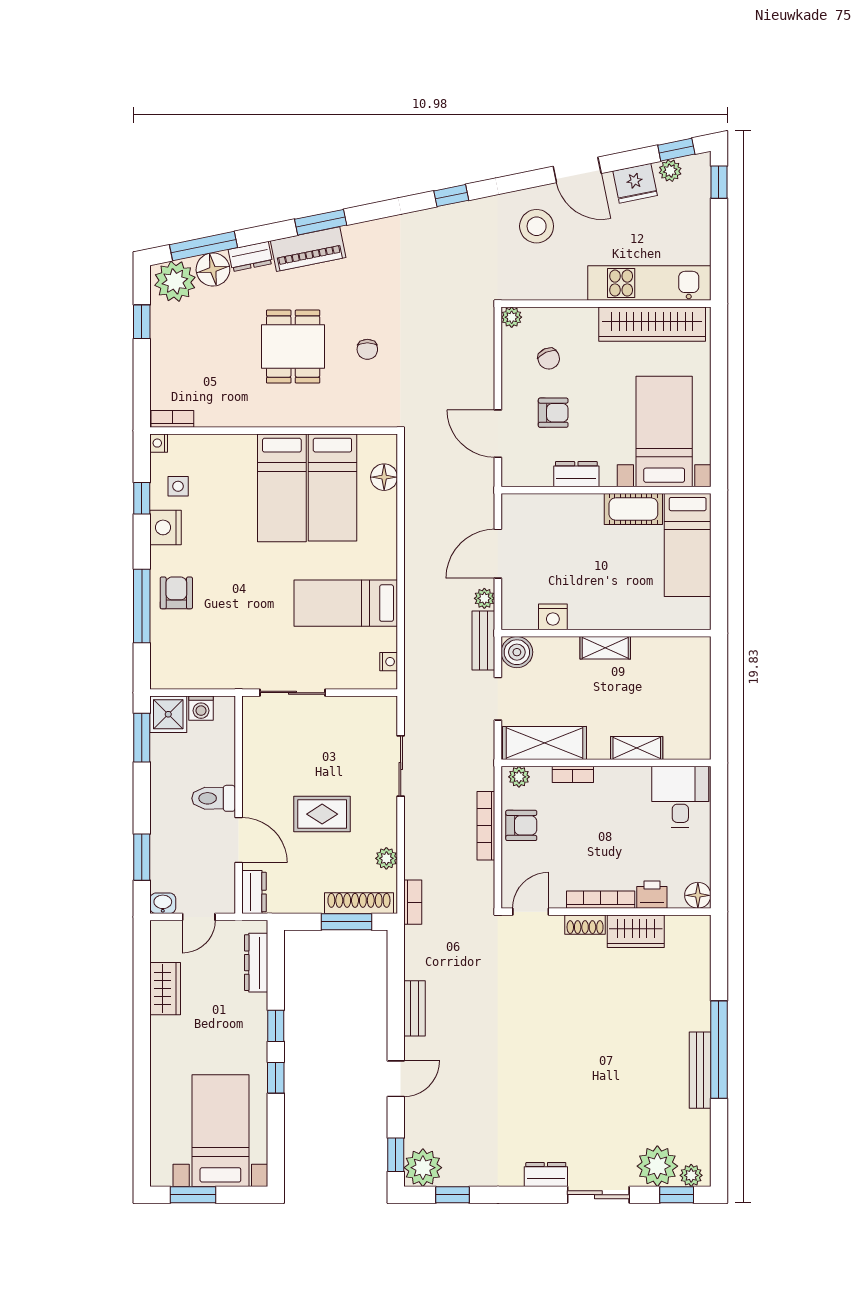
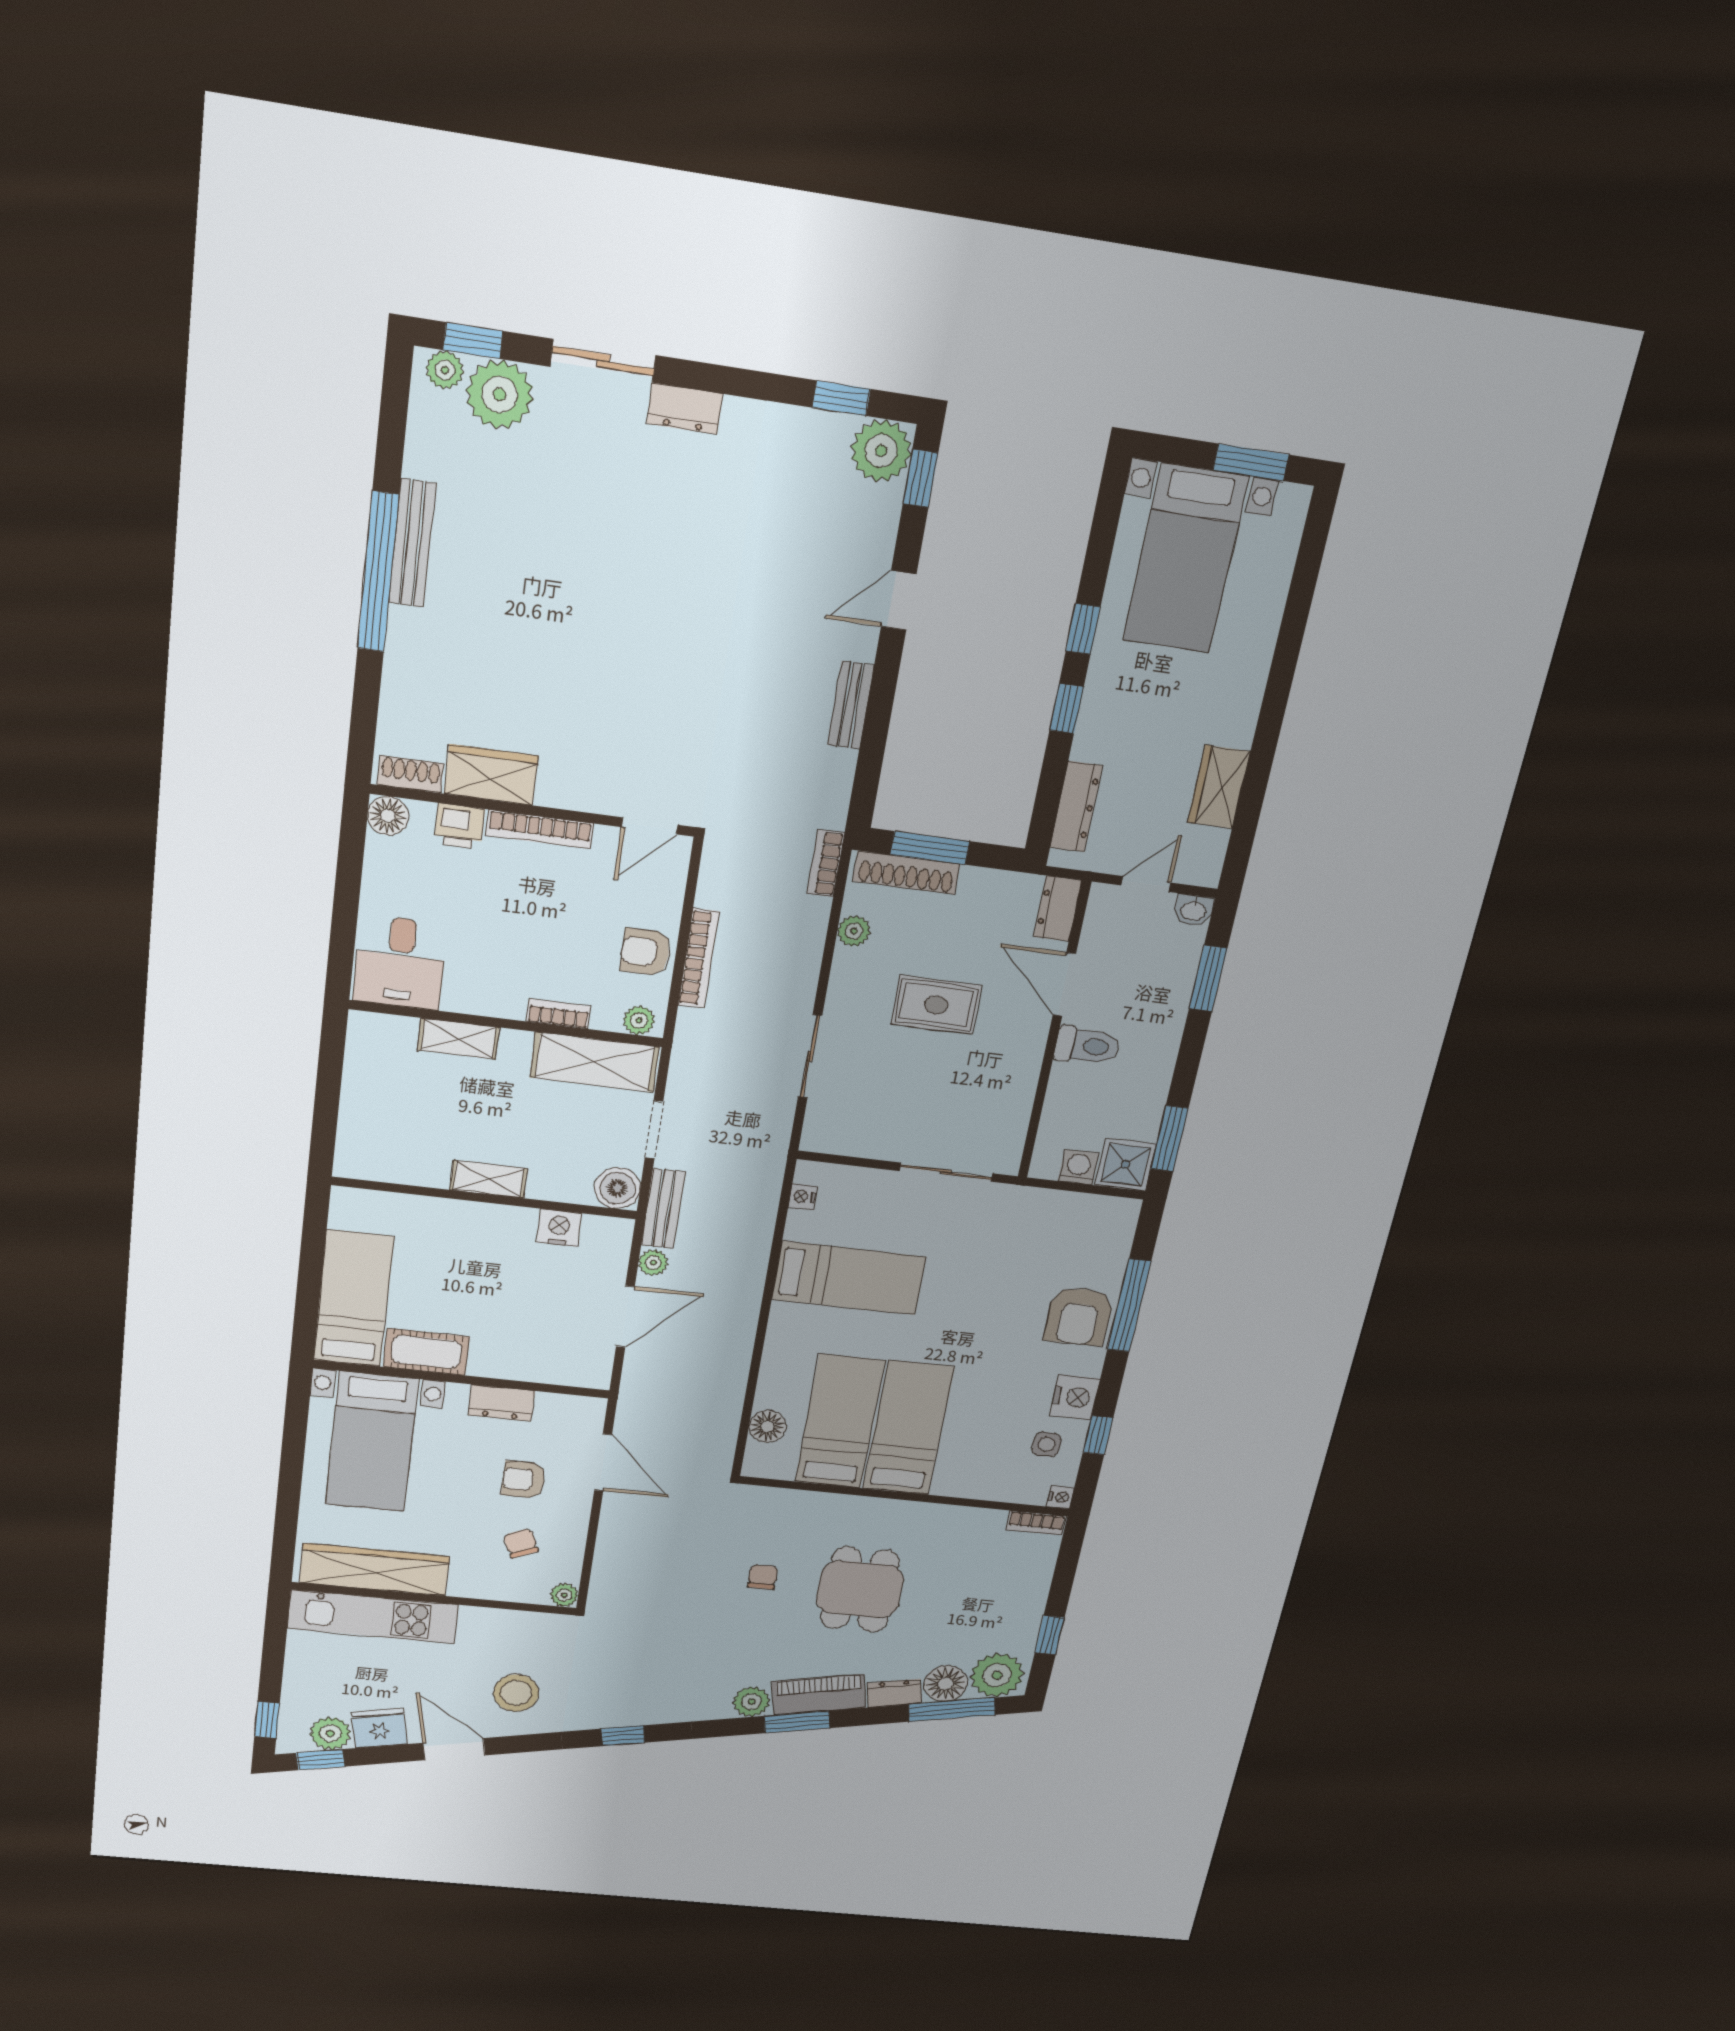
plant: (670, 171) -> (330, 1733), width x1.38, depth x1.38
plant: (358, 237) -> (751, 1702), added
armchair: (176, 593) -> (1079, 1316), width x1.38, depth x1.38
shoe rack: (585, 925) -> (410, 774), moved

